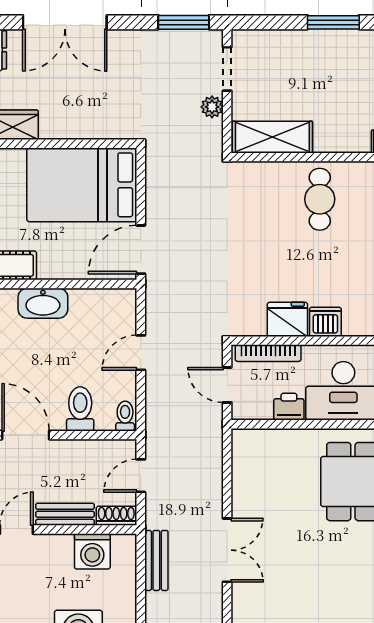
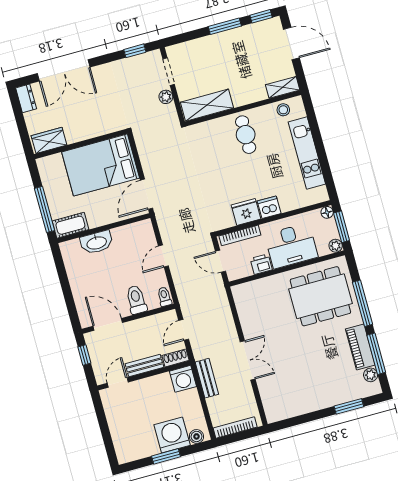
window: (184, 22) -> (135, 51), width x0.67
washing machine: (92, 551) -> (183, 379), moved

